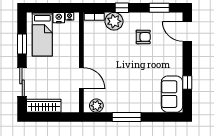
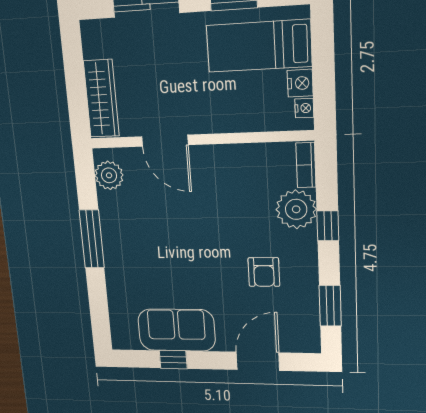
door: (187, 31) -> (258, 361), moved
door: (81, 78) -> (165, 141), hinge flipped
sofa: (172, 94) -> (177, 330), moved
wardrobe: (44, 106) -> (101, 99), moved

